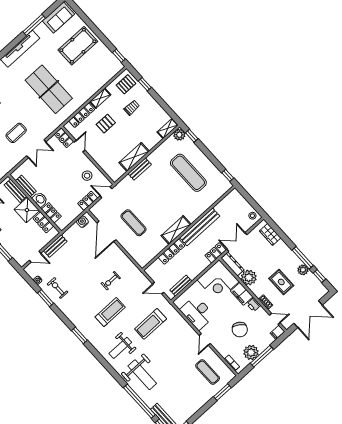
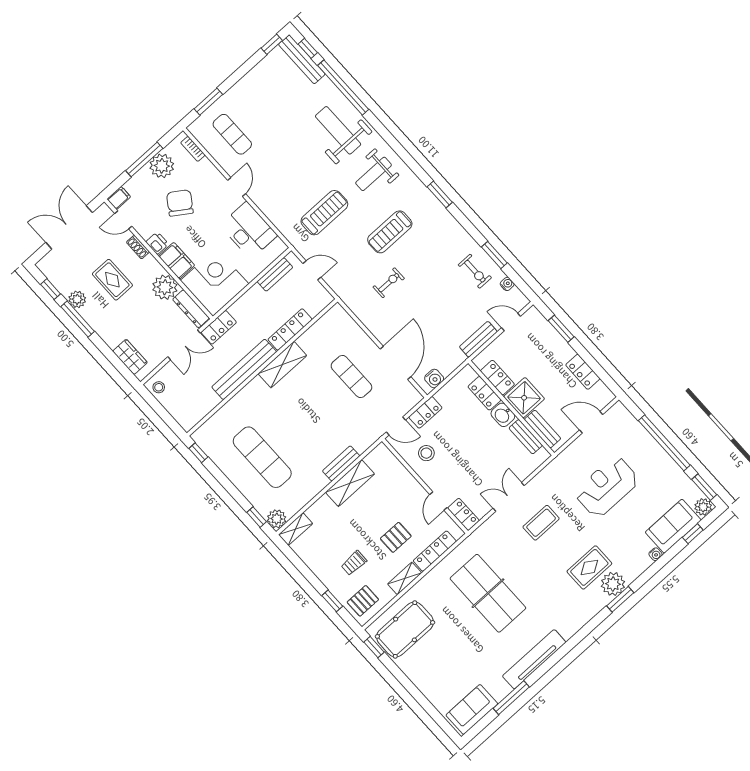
pool table: (78, 46) -> (405, 629), moved
weight bench: (120, 348) -> (374, 174), turned 180

